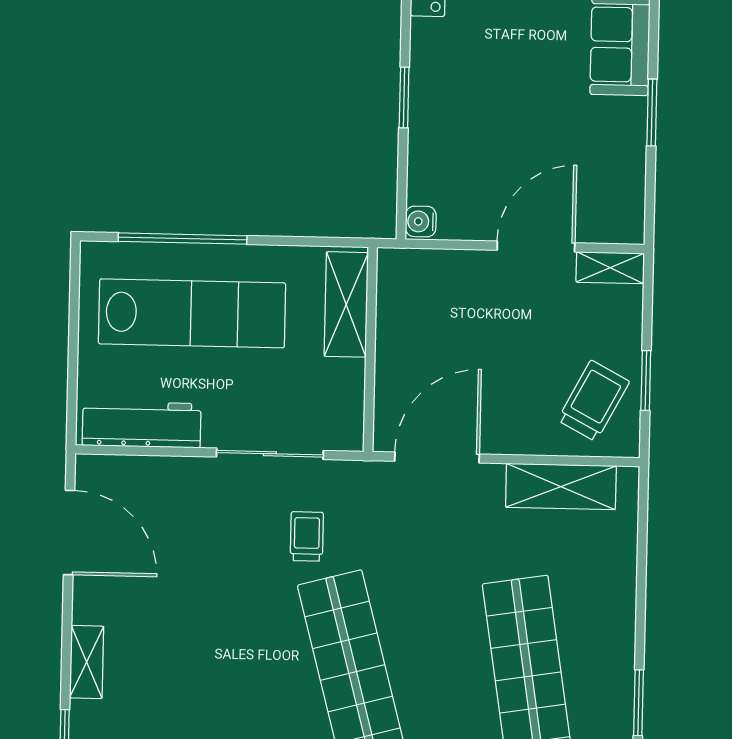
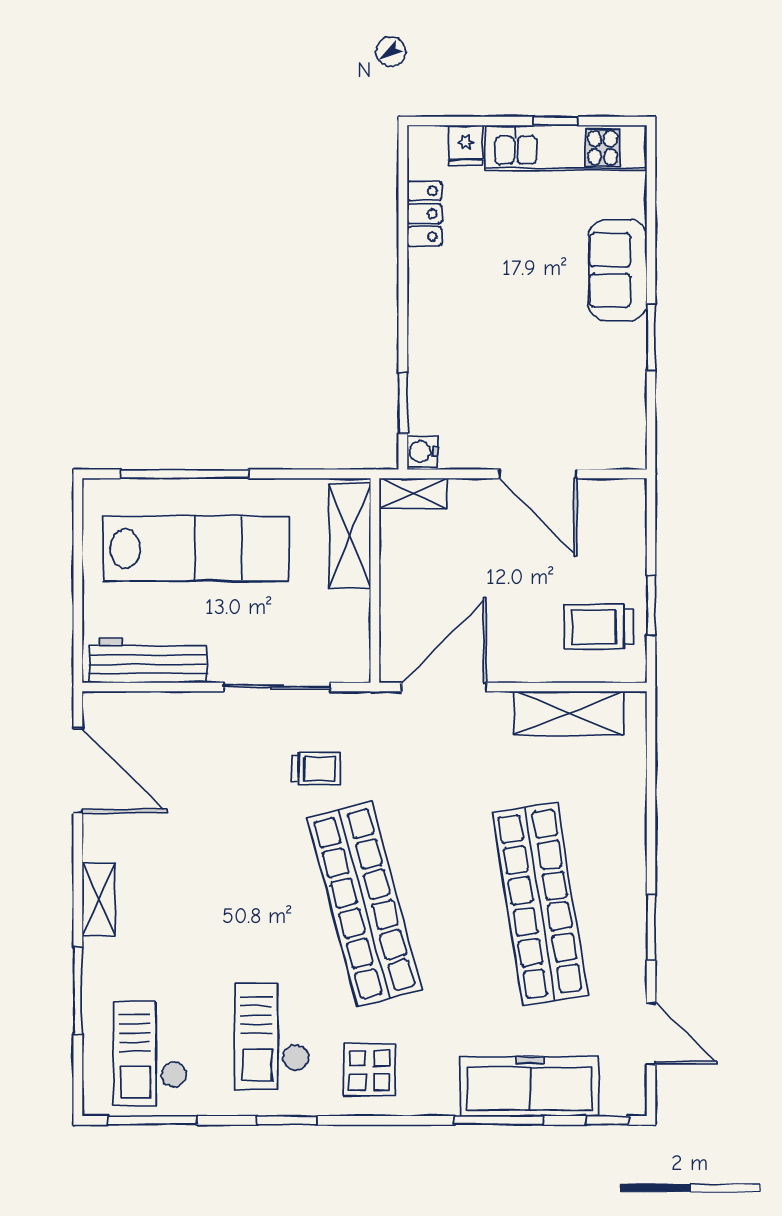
window: (404, 98) -> (403, 403), moved
door: (536, 247) -> (538, 474), swing flipped
shelving: (610, 268) -> (413, 493), moved
trolley: (593, 401) -> (599, 627), turned -118
trolley: (307, 536) -> (316, 769), turned 90

